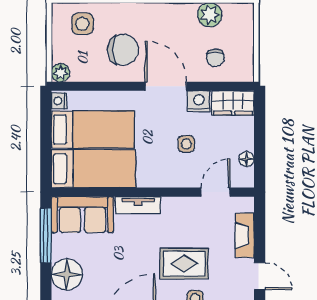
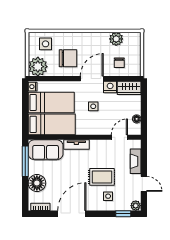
plant: (60, 73) -> (38, 67), width x1.88, depth x1.88
door: (166, 86) -> (92, 79), hinge flipped
side table: (186, 144) -> (93, 106), moved

